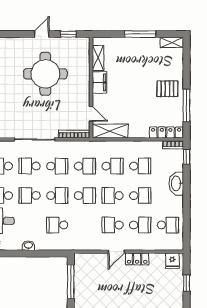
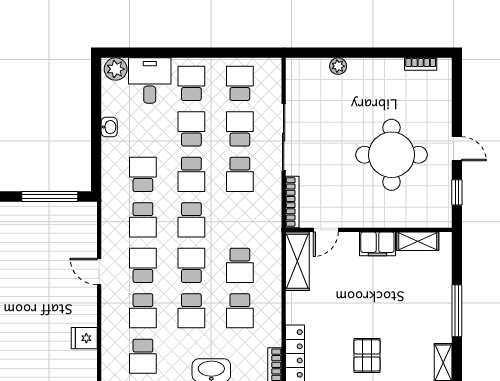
school desk: (85, 166) -> (143, 220), moved
locker: (137, 259) -> (87, 306), removed
fridge: (172, 261) -> (84, 338), moved

